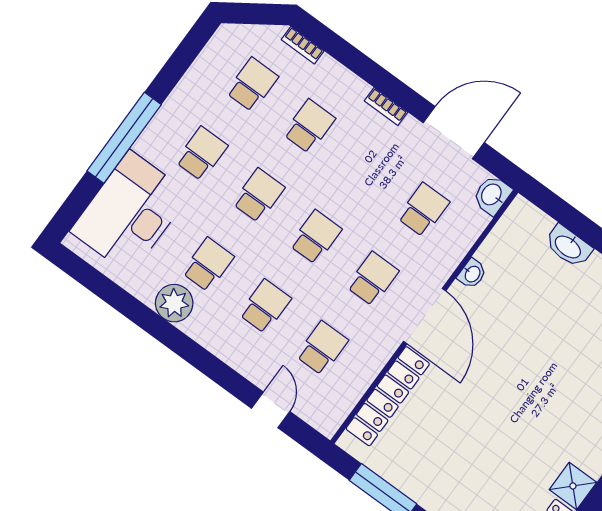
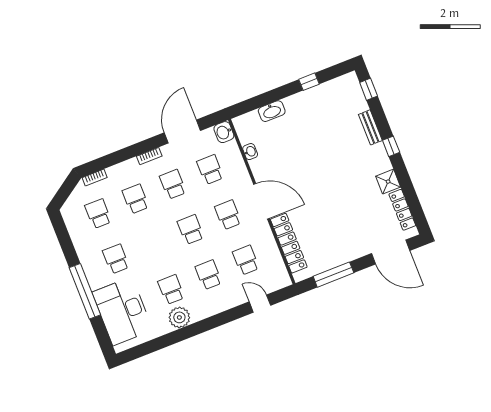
school desk: (259, 195) -> (173, 184), moved
washbasin: (472, 274) -> (250, 152), moved

